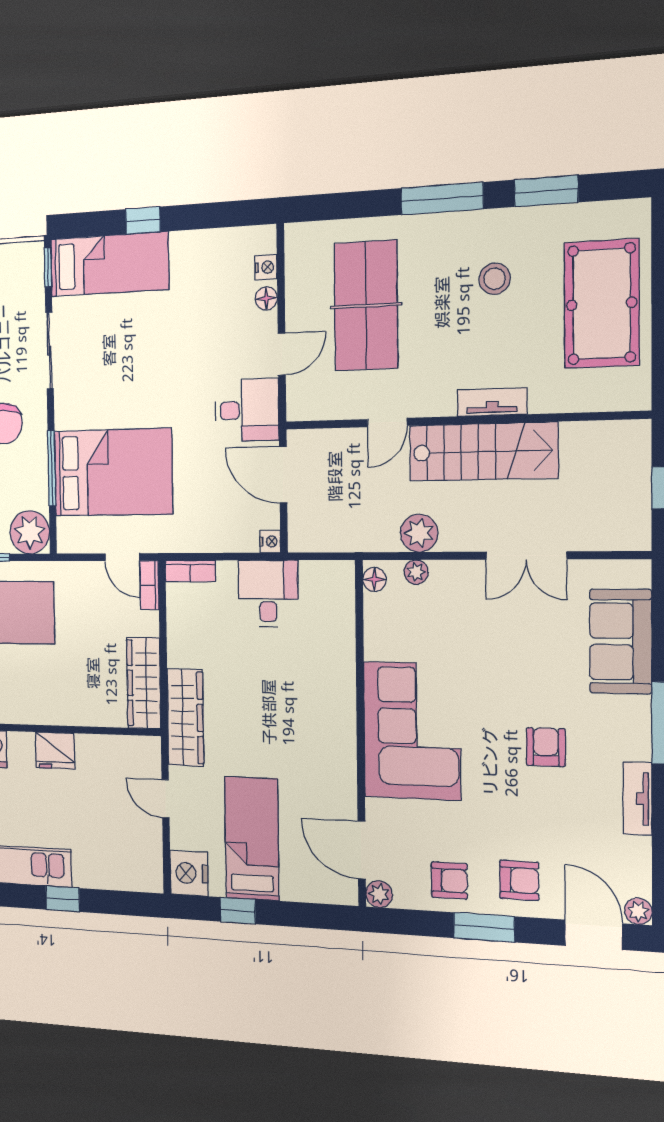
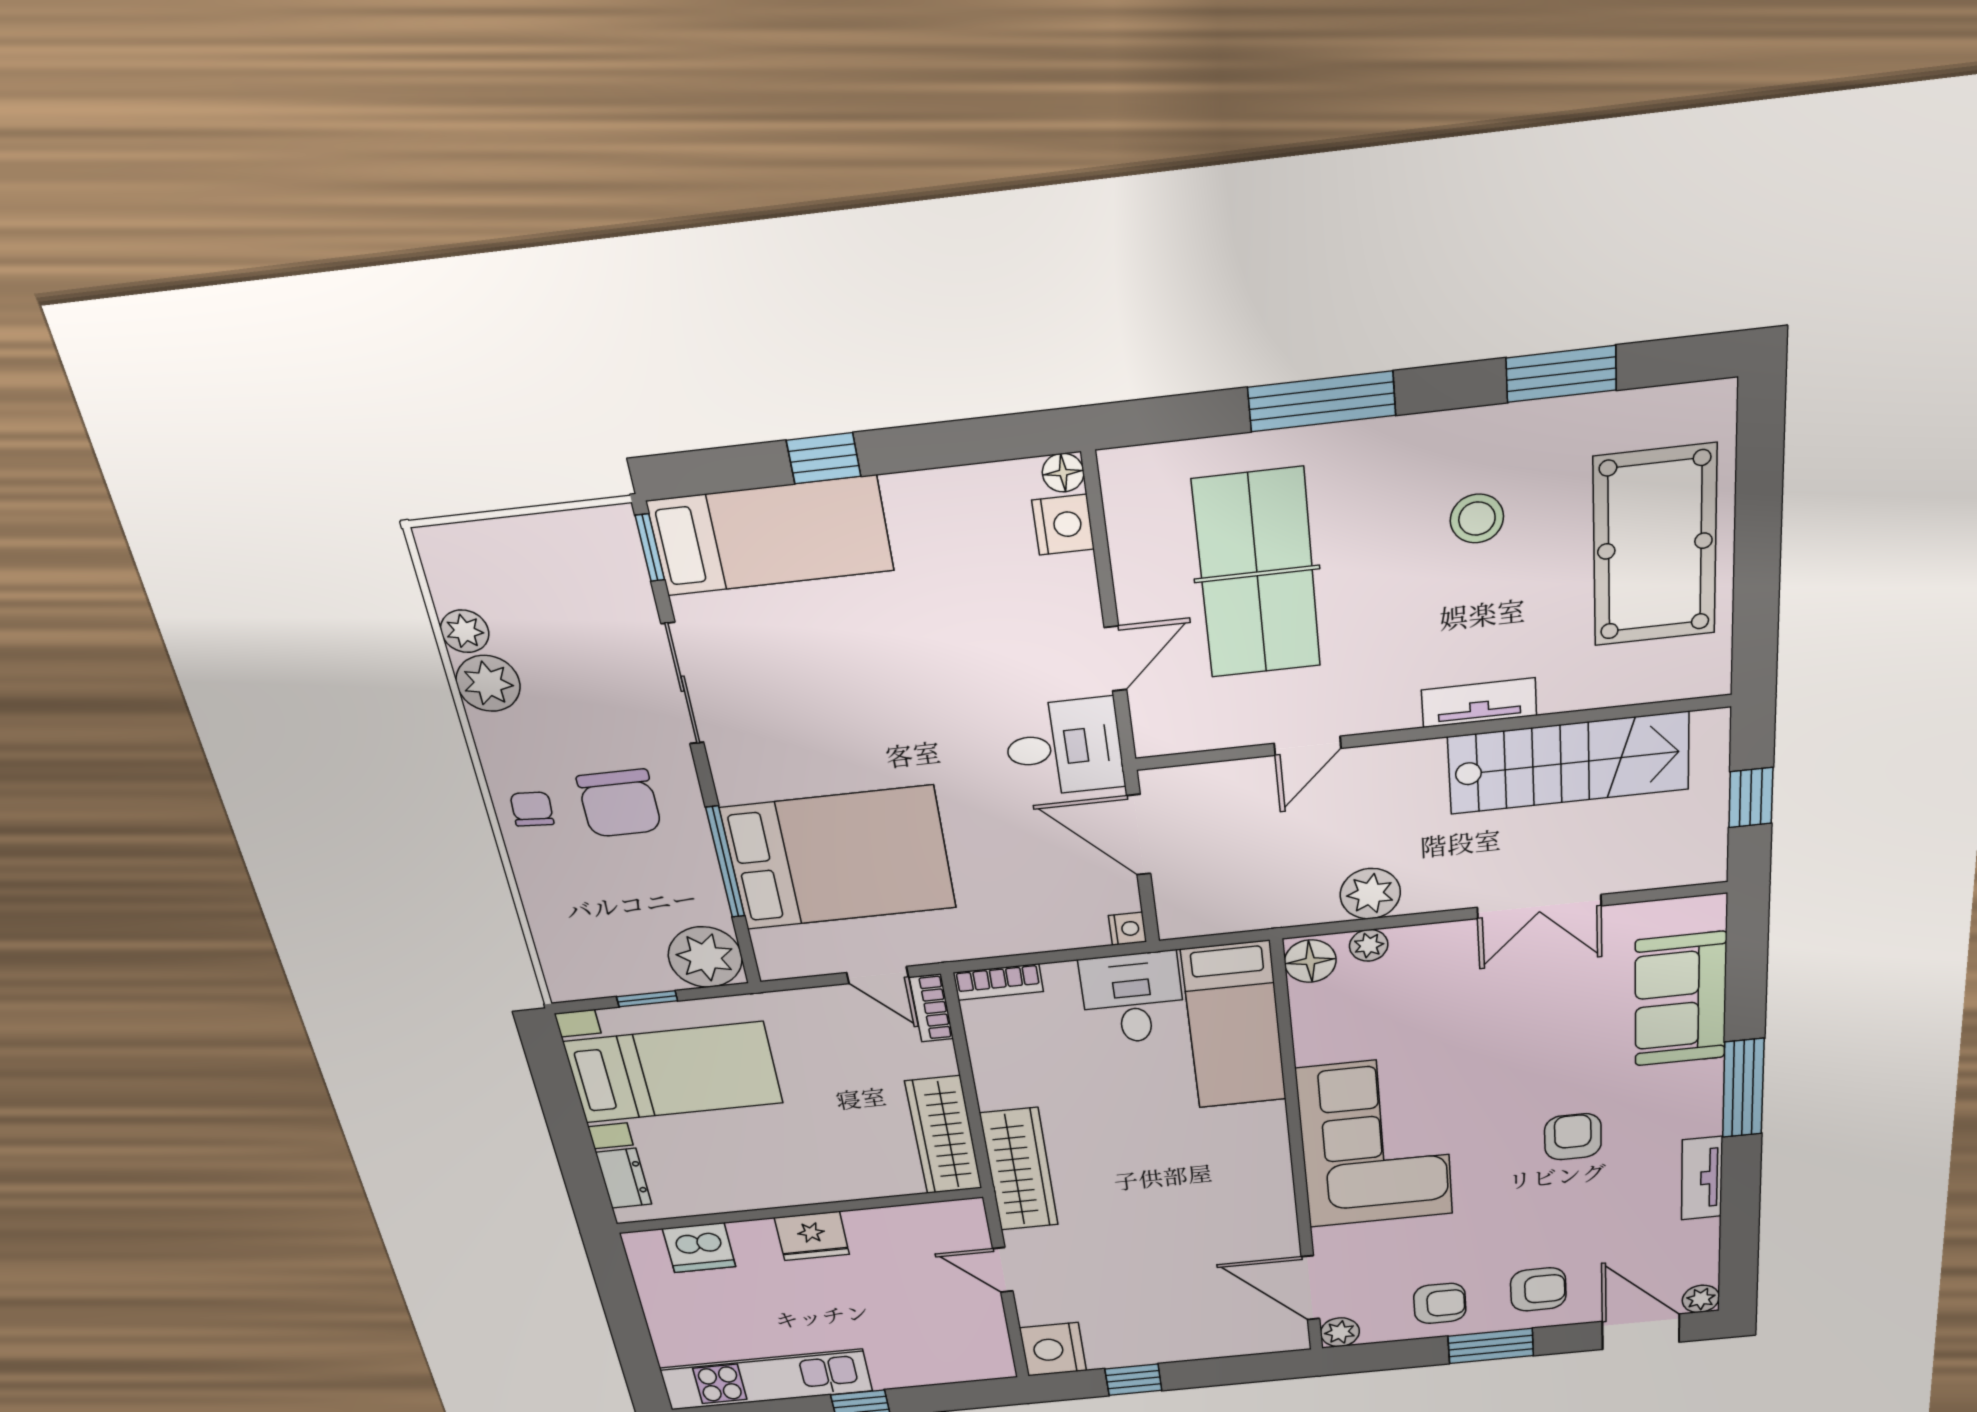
window: (442, 199) -> (1322, 401), moved
nightstand: (266, 267) -> (1063, 525), width x1.39, depth x1.35
floor lamp: (266, 298) -> (1063, 473), moved
stairs: (483, 452) -> (1569, 763), moved
floor lamp: (374, 579) -> (1310, 961), width x1.37, depth x1.37
bed: (252, 839) -> (1234, 1025), moved, turned 180

